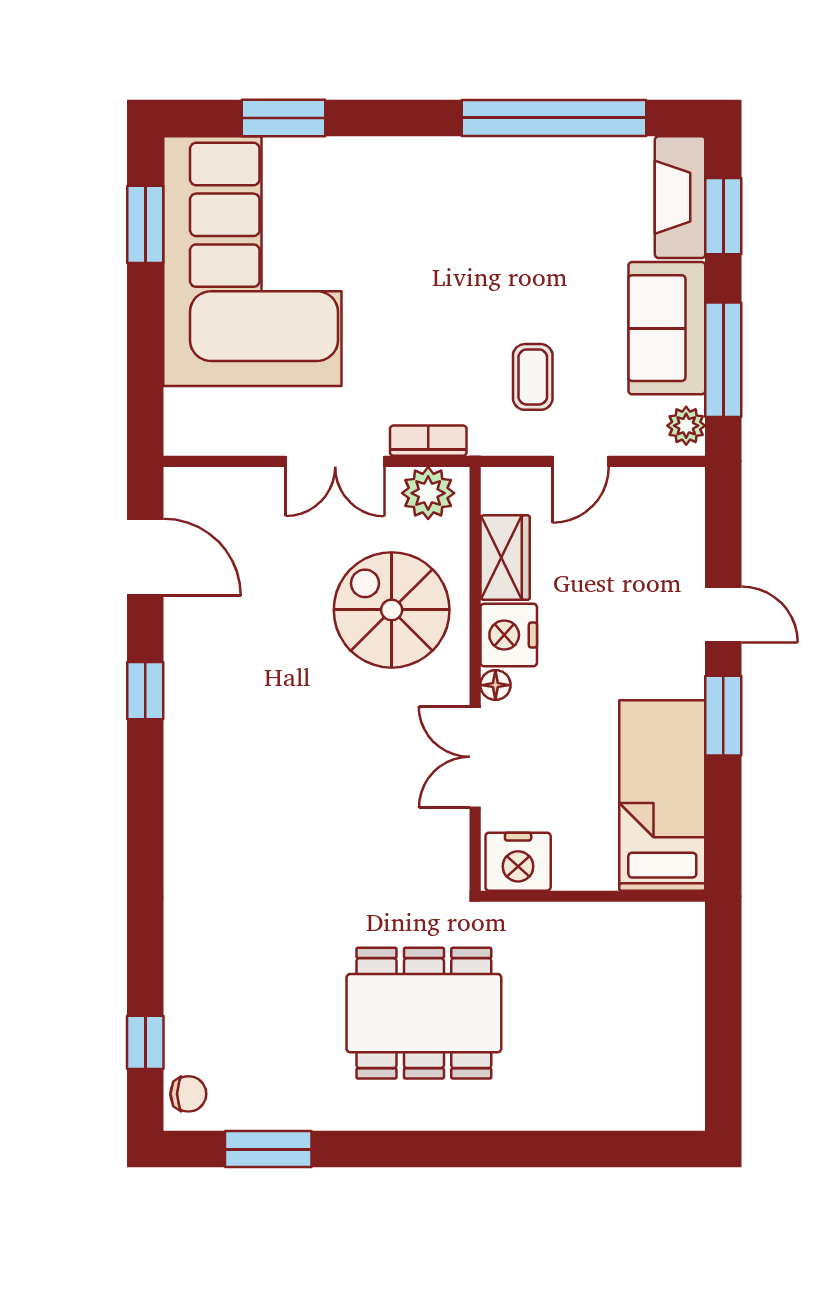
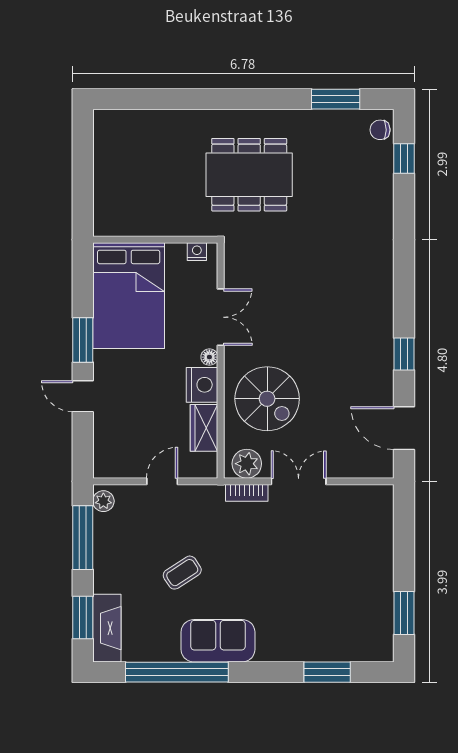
corner sofa: (252, 261) -> (344, 593), removed
sofa: (667, 328) -> (218, 641), moved, turned -90
coffee table: (533, 377) -> (182, 573), moved, turned 57
bed: (662, 795) -> (129, 296), width x1.50
nightstand: (518, 862) -> (197, 252), width x0.53, depth x0.56

